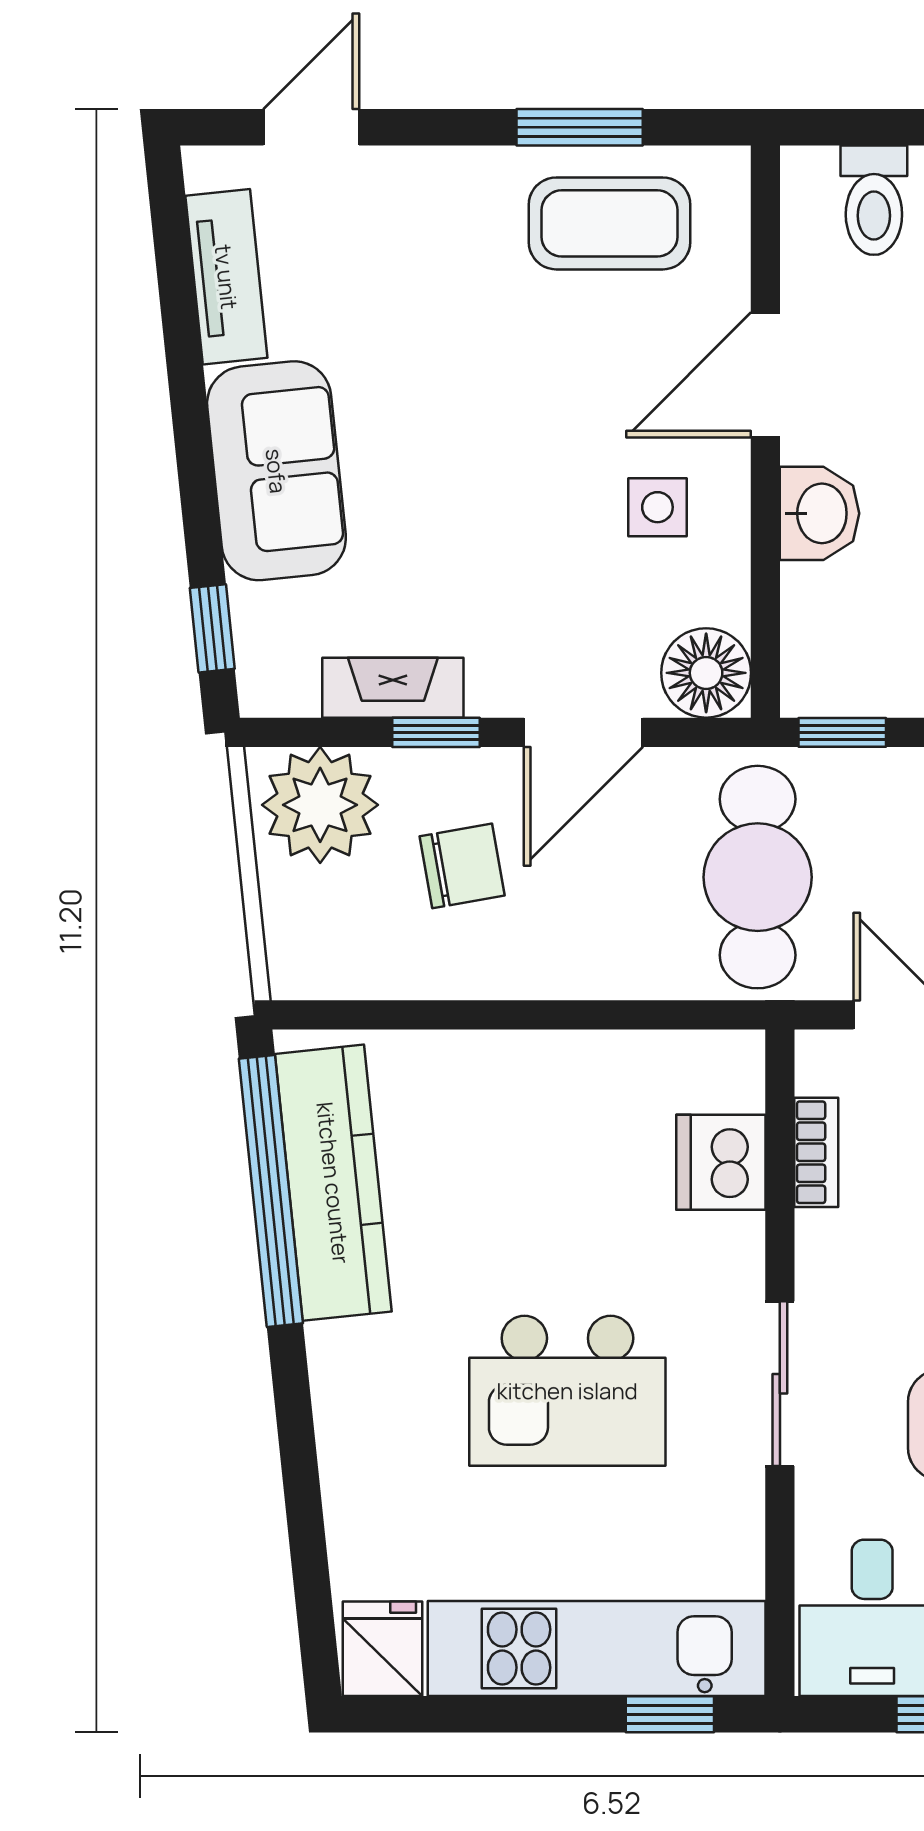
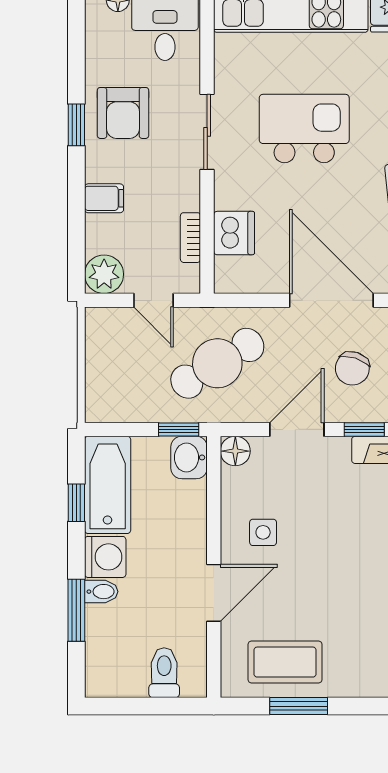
washbasin: (820, 513) -> (189, 457), moved
floor lamp: (706, 673) -> (235, 451), width x0.73, depth x0.73
chair: (462, 866) -> (352, 368), turned -62
cafe table: (758, 877) -> (217, 363), turned 59
door: (508, 1015) -> (331, 300), added

